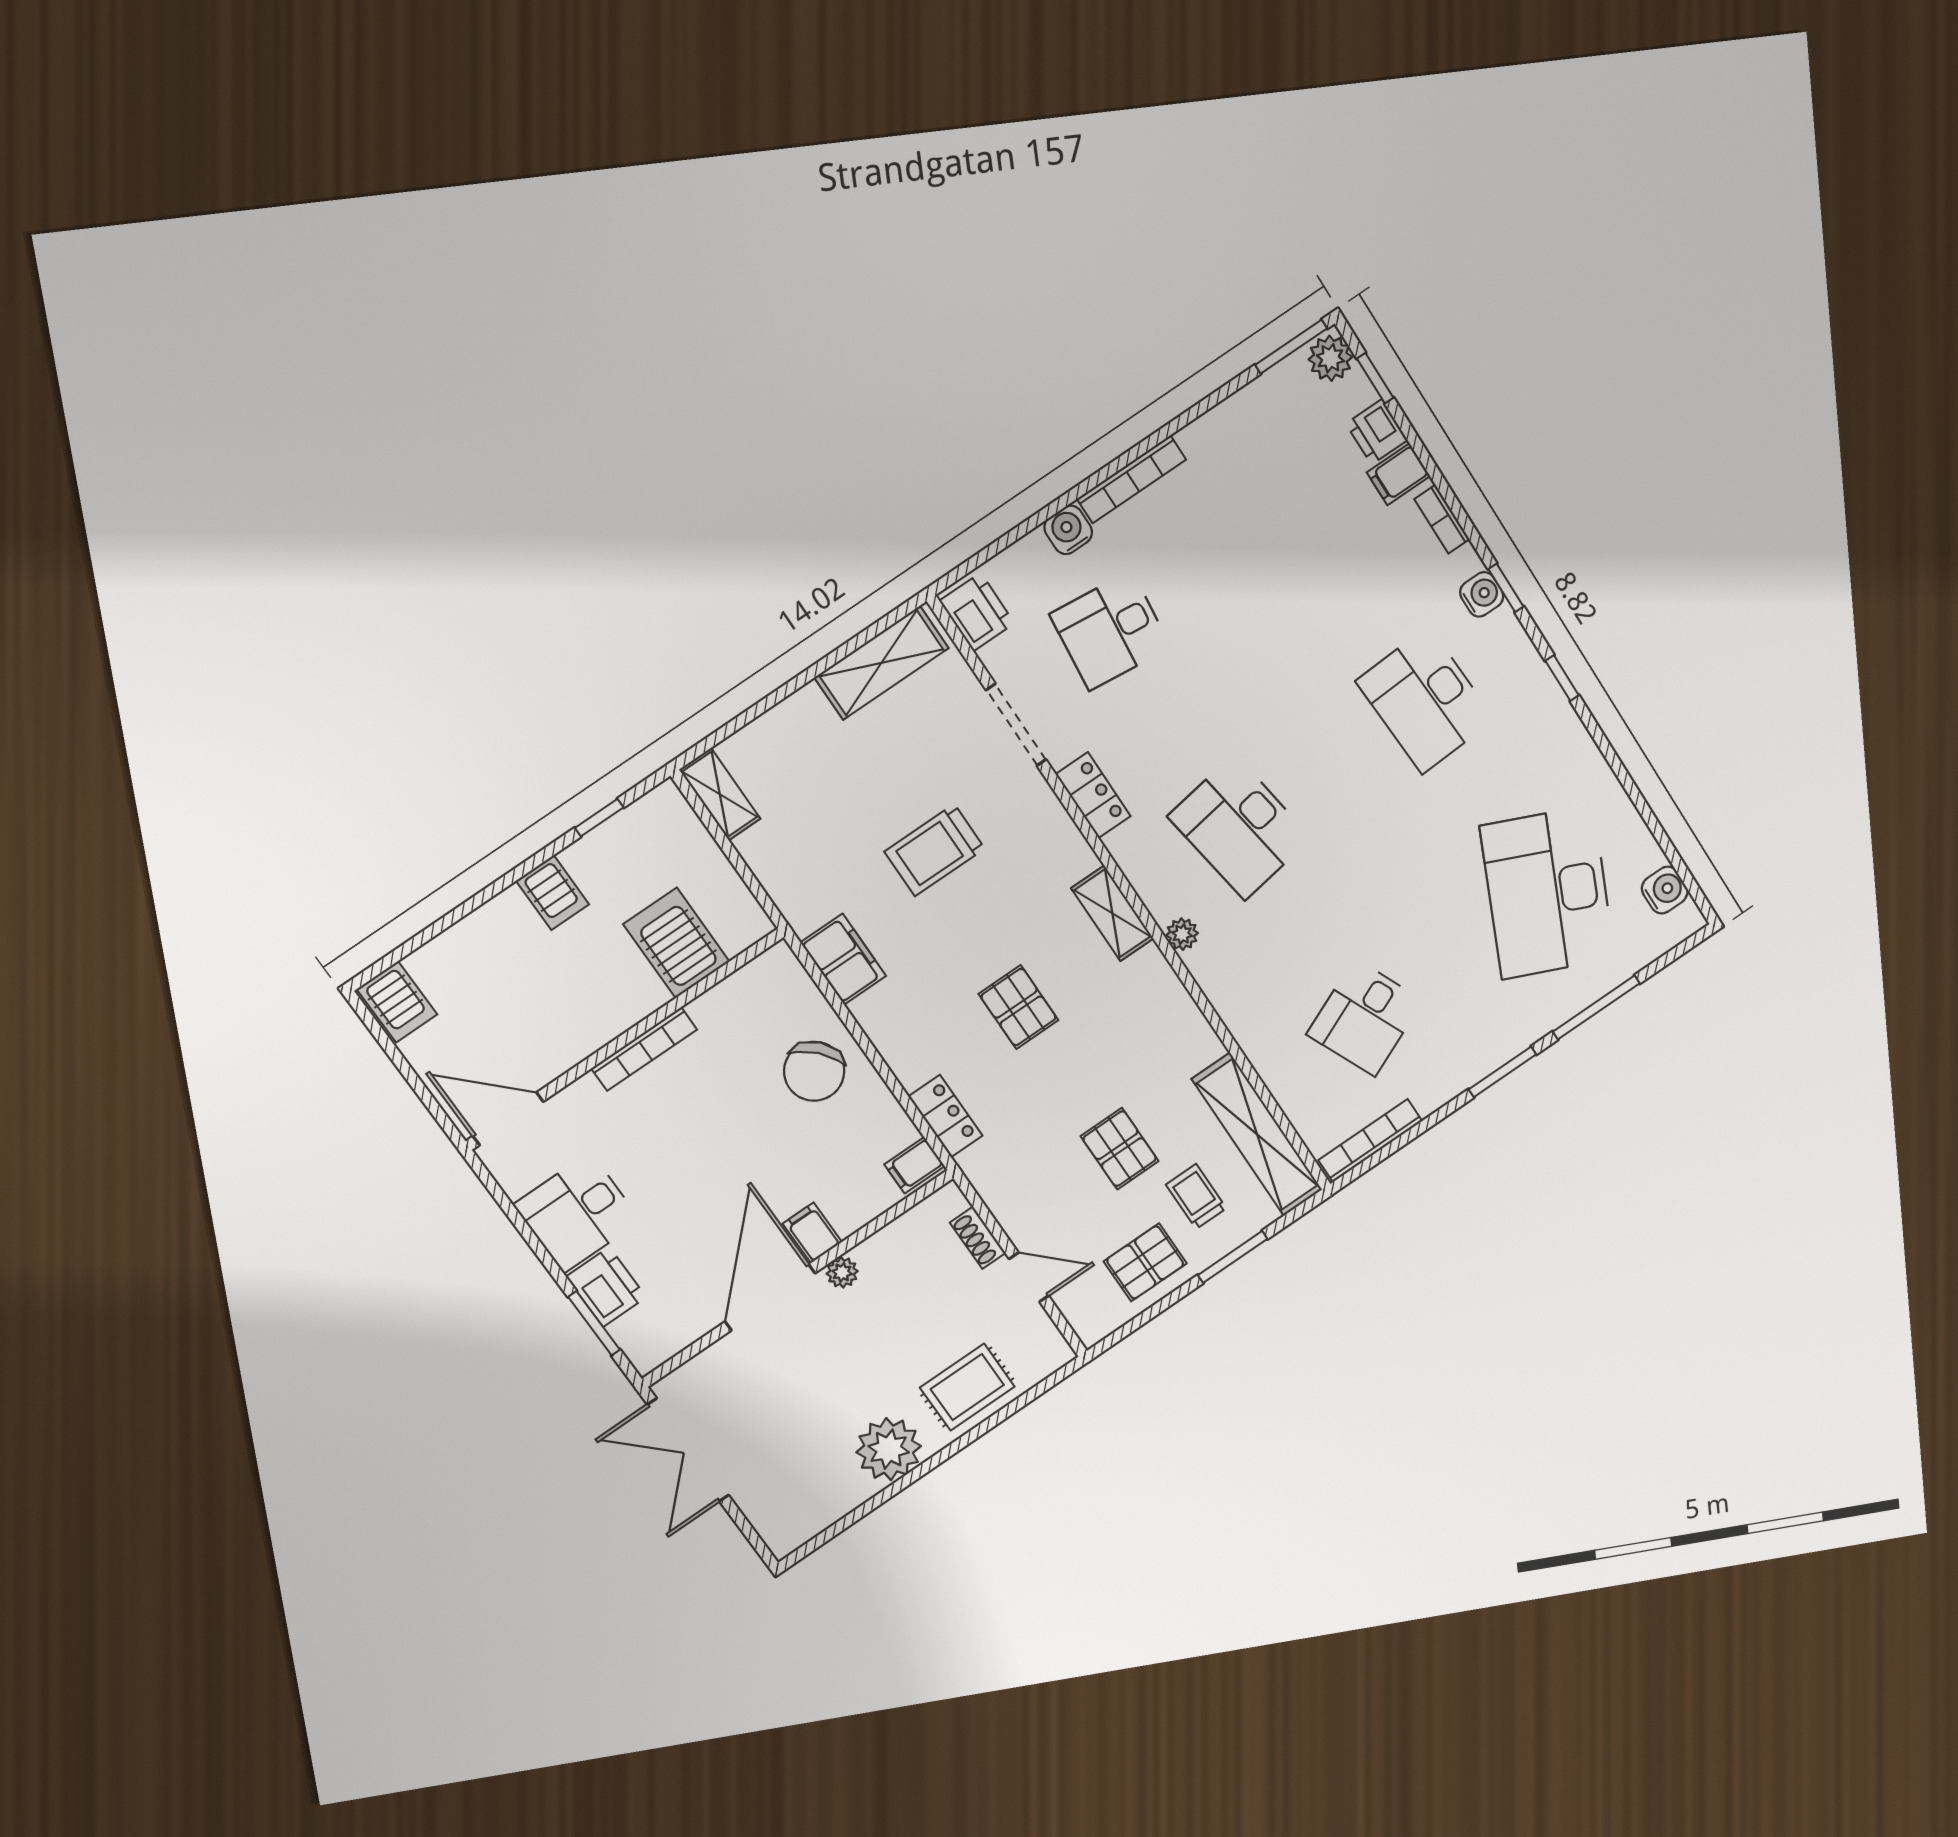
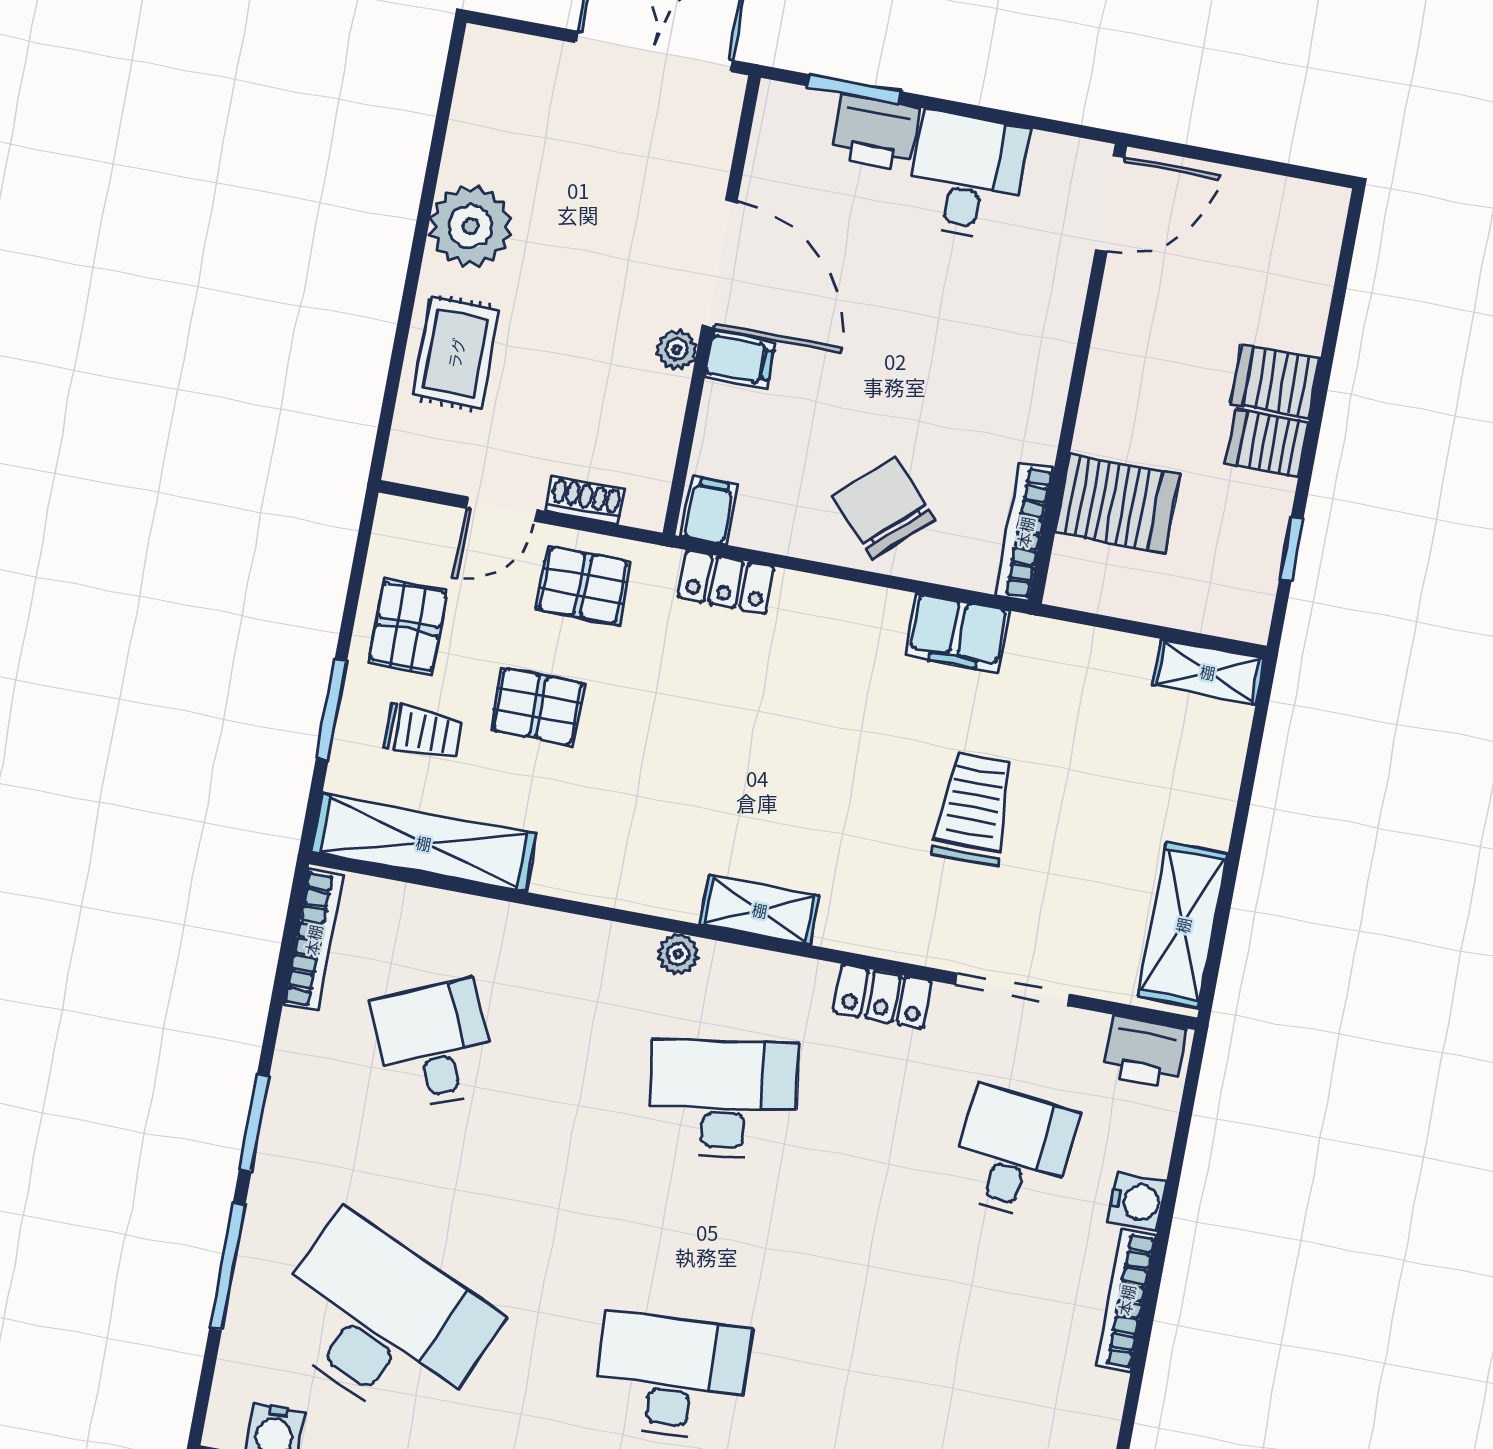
server rack: (397, 1002) -> (1275, 381), moved
pallet: (1018, 1007) -> (583, 585), moved
bookcase: (644, 1049) -> (1025, 532), moved

